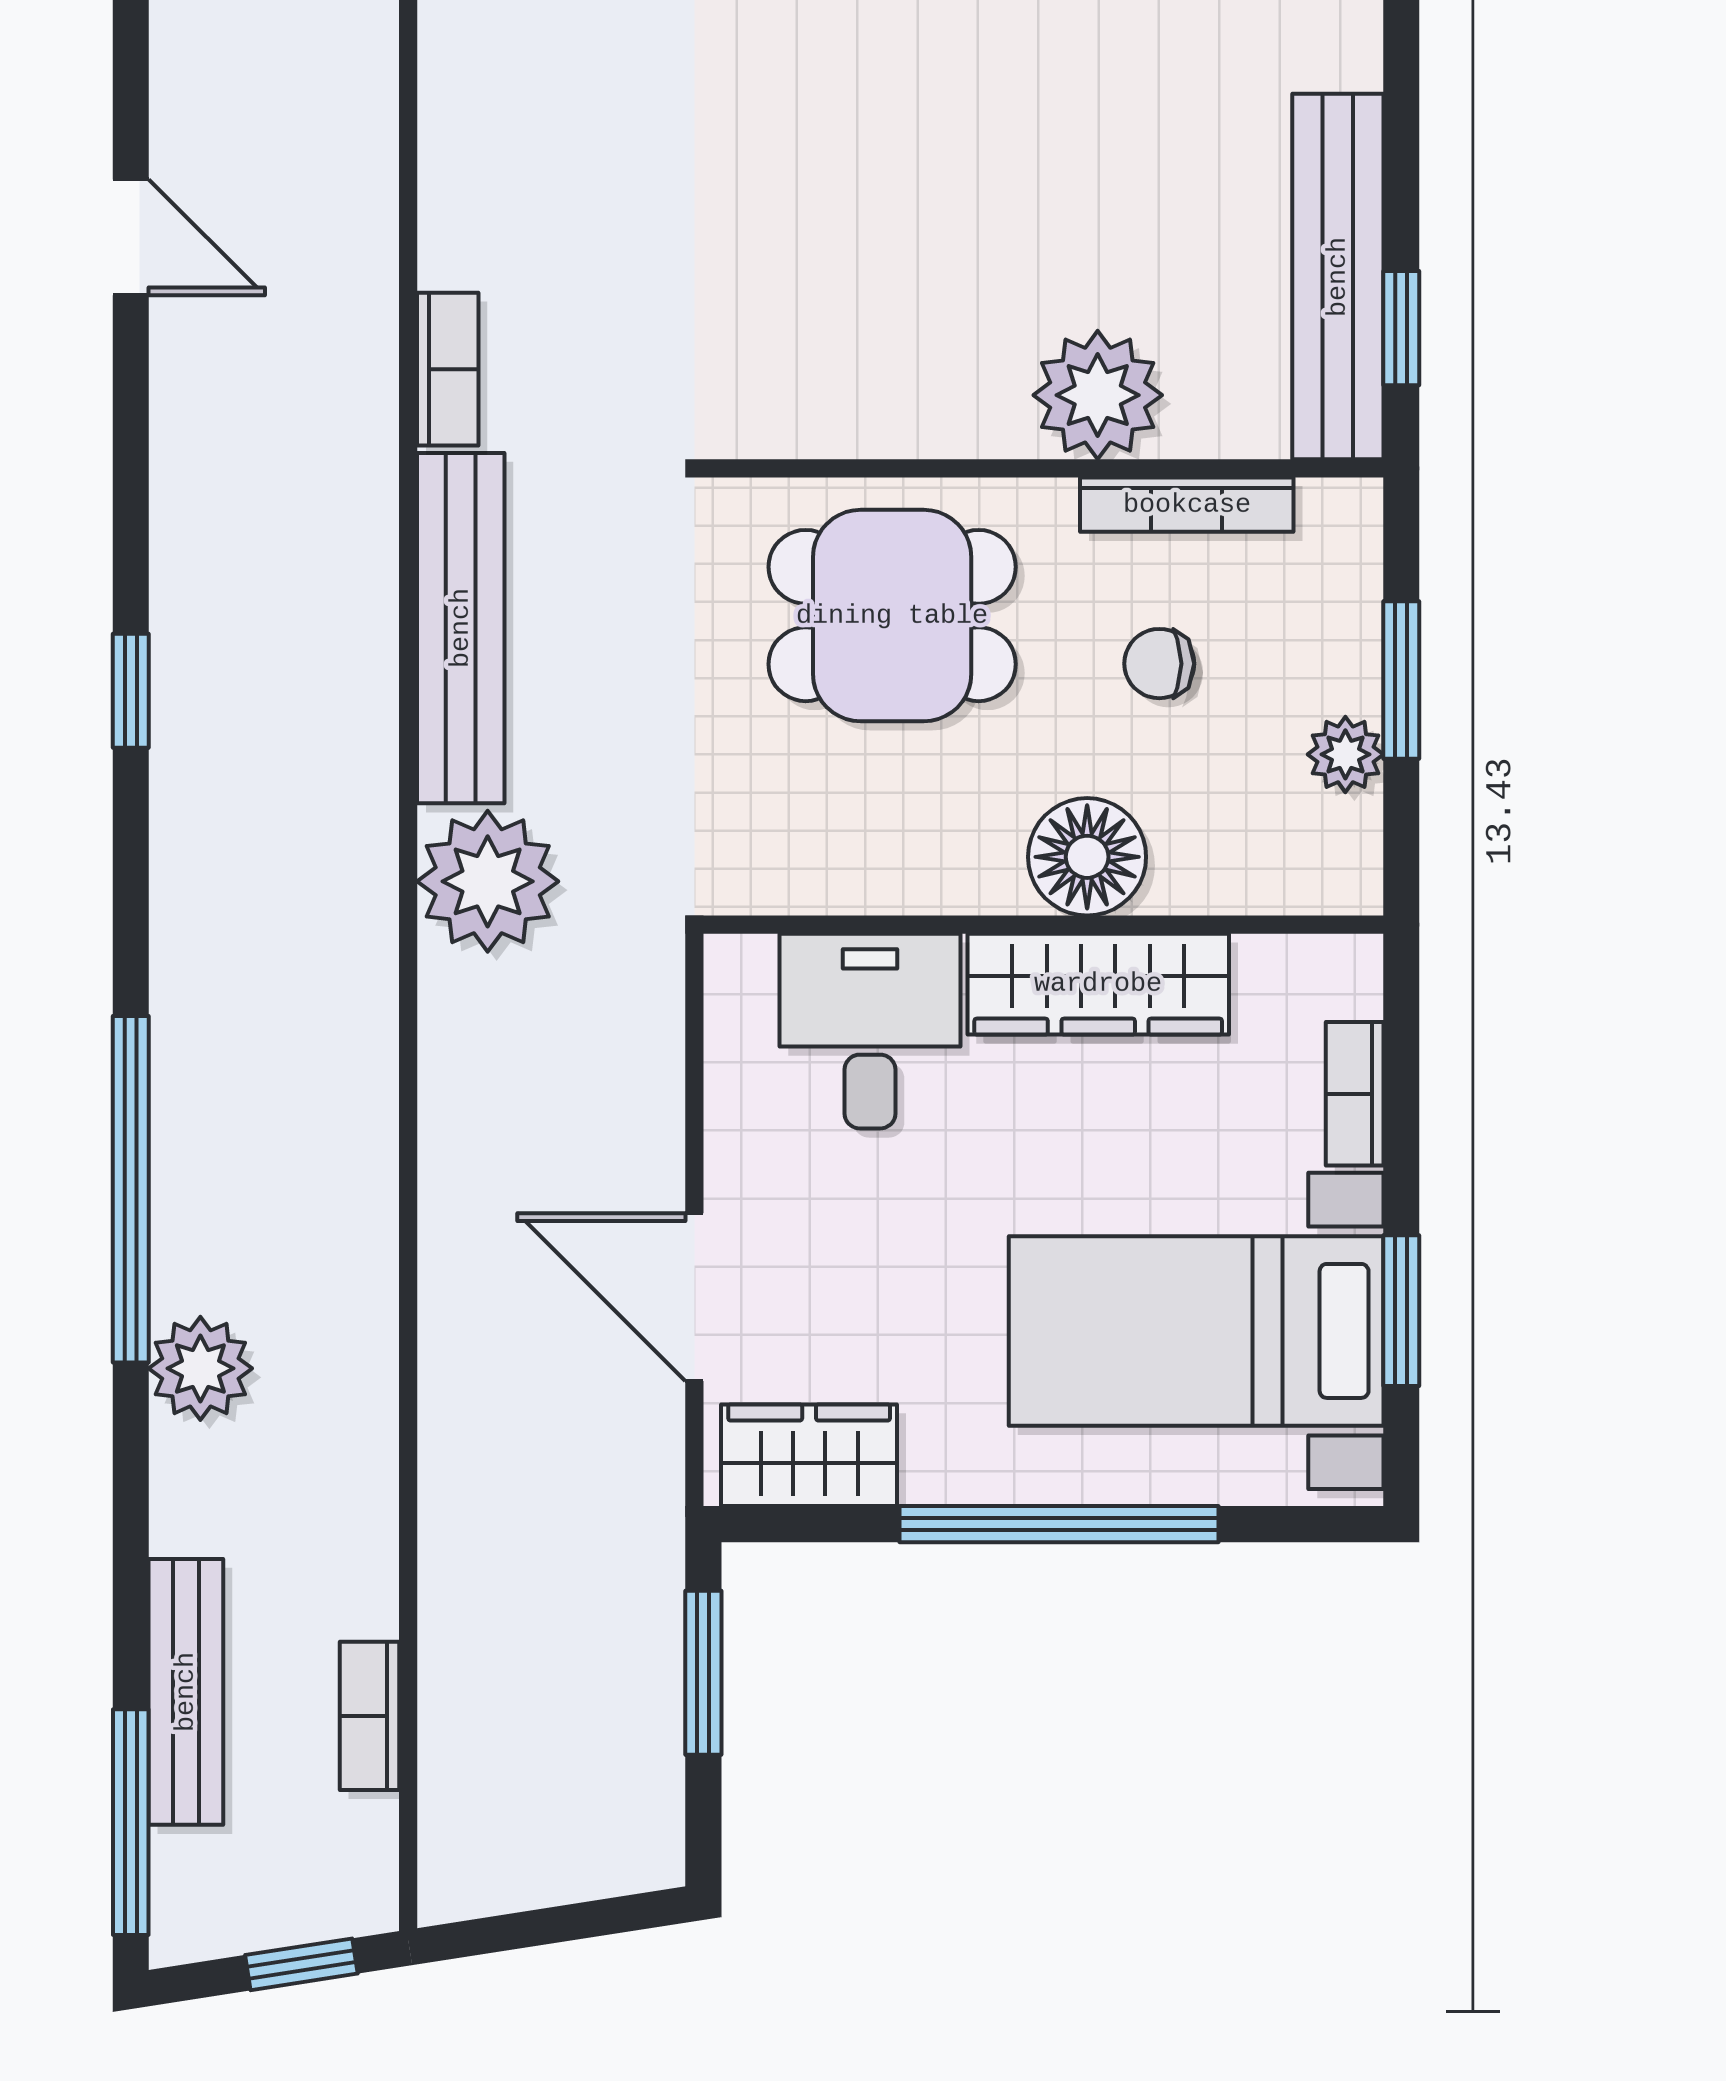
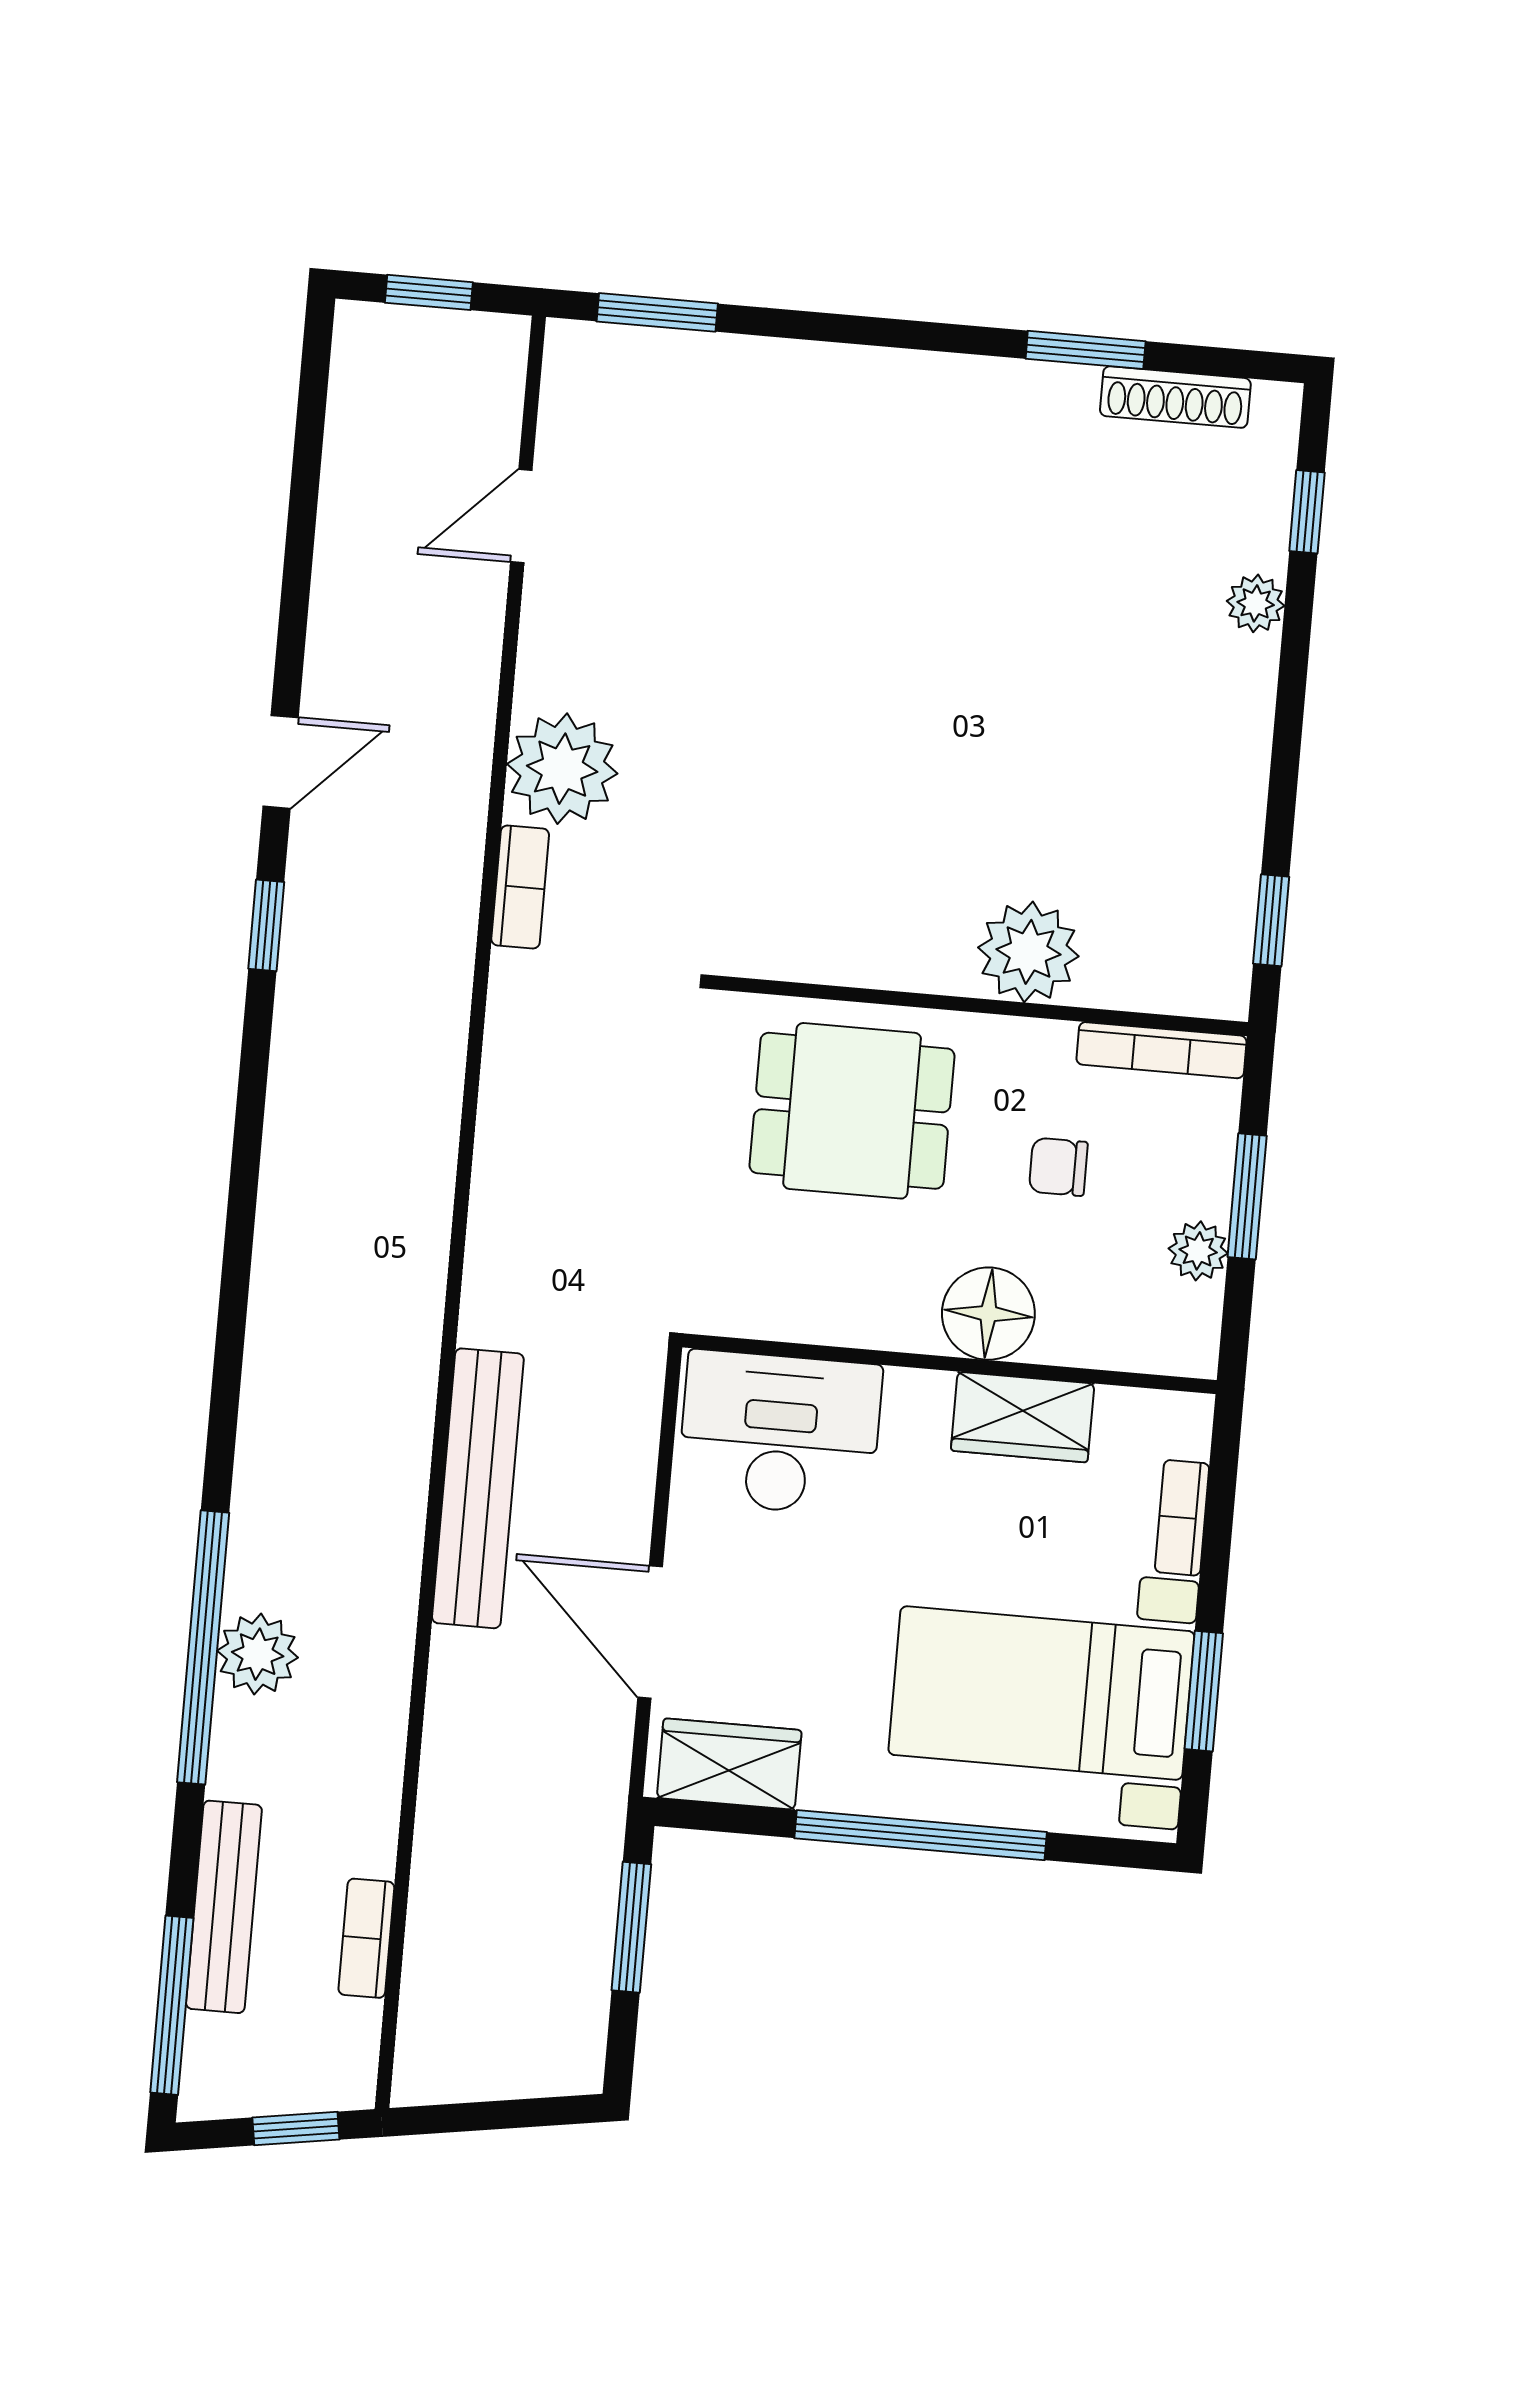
door: (131, 237) -> (281, 762), hinge flipped
bench: (1338, 277) -> (1225, 875), removed
bookcase: (1187, 505) -> (1161, 1050), moved
bench: (461, 628) -> (478, 1488), moved
window: (131, 691) -> (266, 925), moved
plant: (488, 881) -> (562, 769), moved
wardrobe: (1098, 984) -> (1023, 1417), width x0.67
desk: (870, 1031) -> (780, 1433), width x1.37
window: (131, 1189) -> (203, 1647), moved

